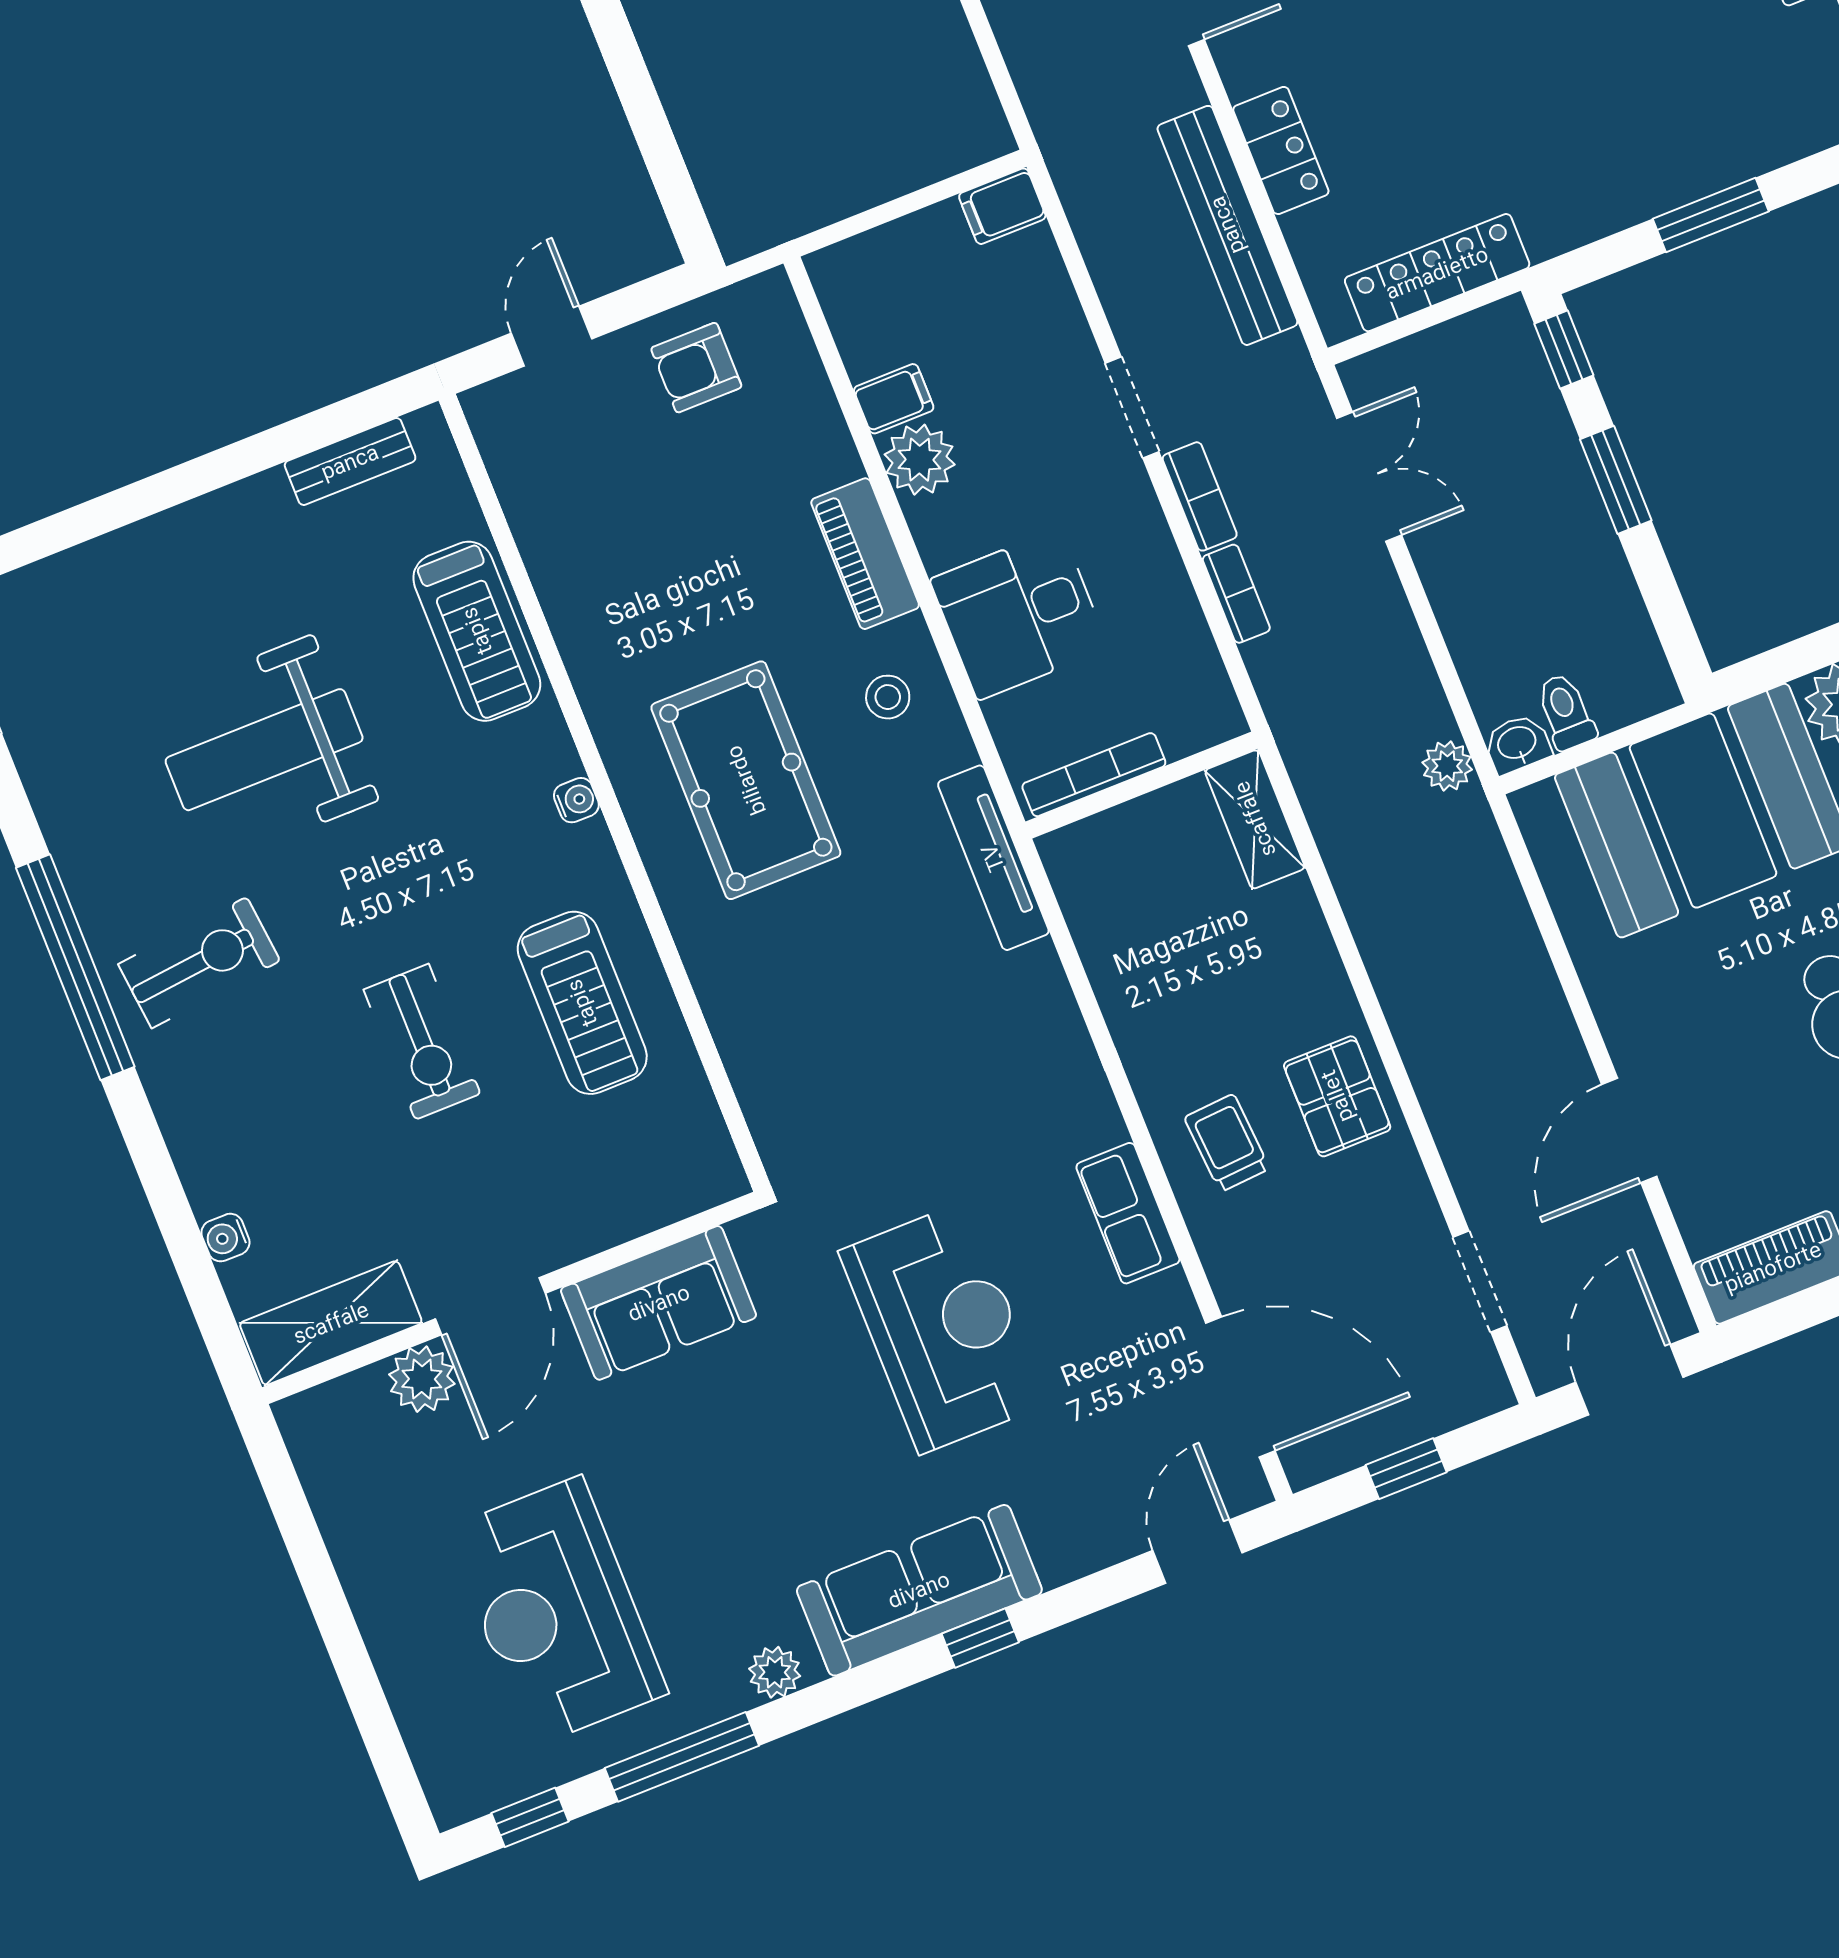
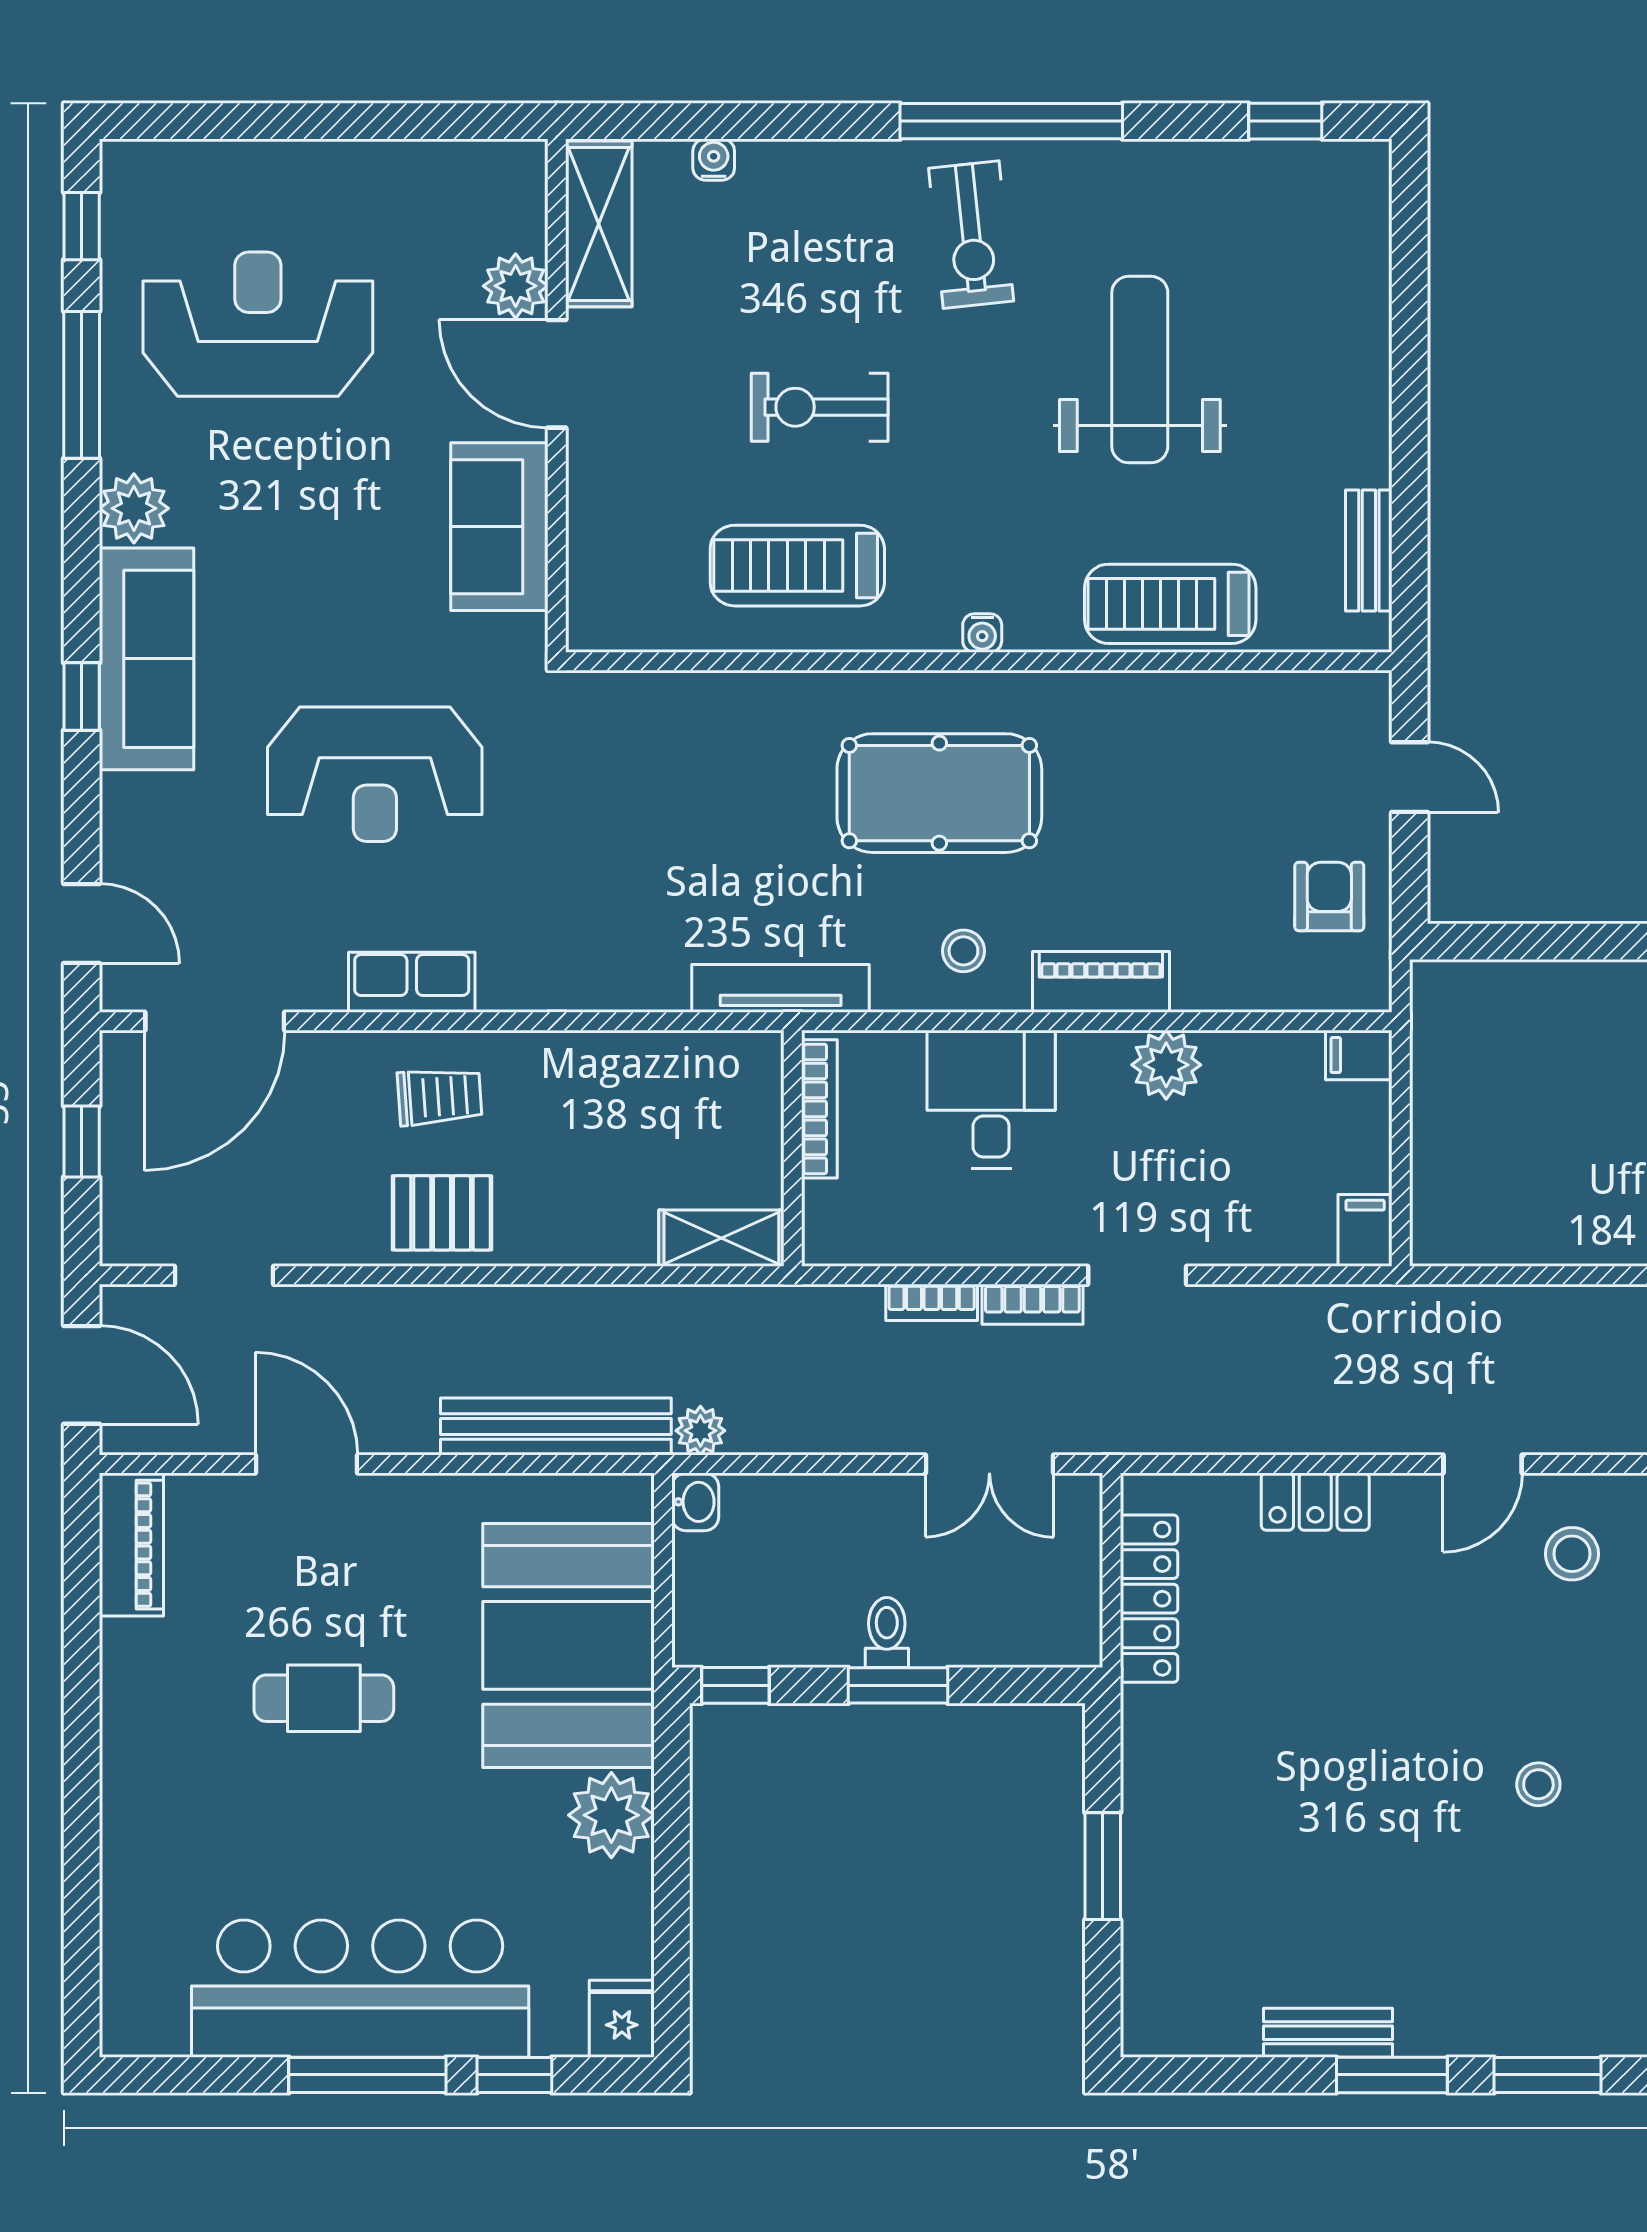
bench: (1227, 225) -> (556, 1427), moved
window: (1564, 350) -> (735, 1685), moved
filing cabinet: (894, 399) -> (1359, 1055), moved, turned 90
toilet: (1566, 712) -> (887, 1633), moved, turned -90
plant: (775, 1672) -> (134, 508), width x1.38, depth x1.38

